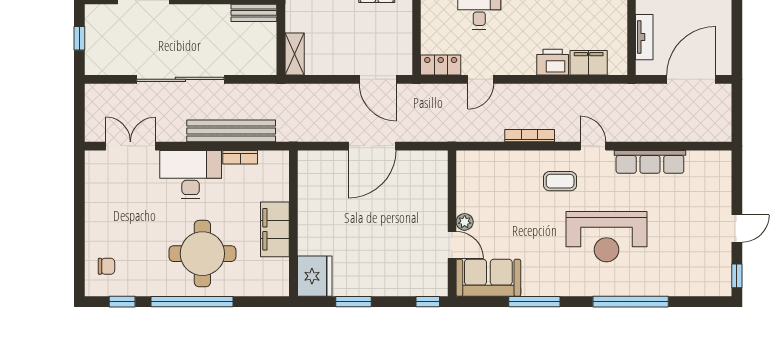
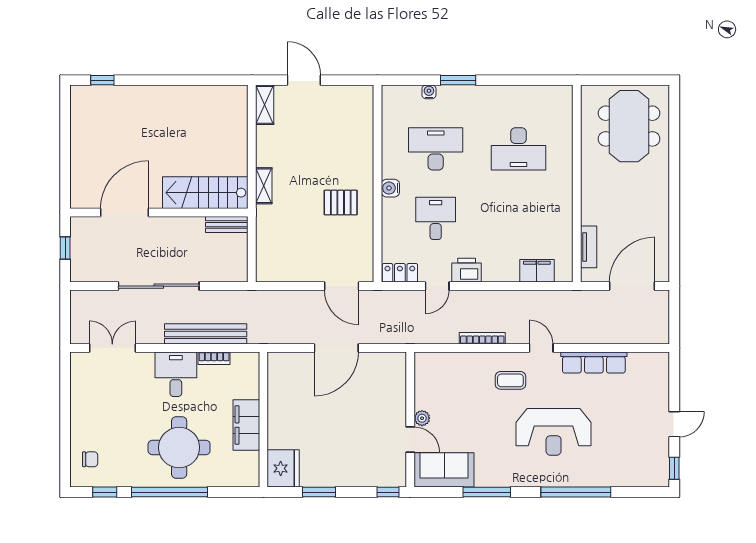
shelving: (295, 54) -> (264, 263), removed
printer: (553, 62) -> (467, 270), moved
desk: (191, 174) -> (176, 374), width x0.73

